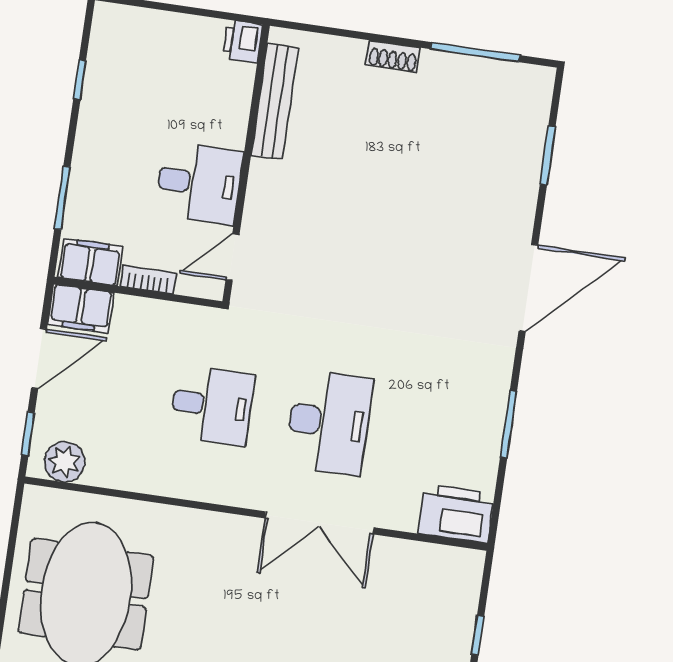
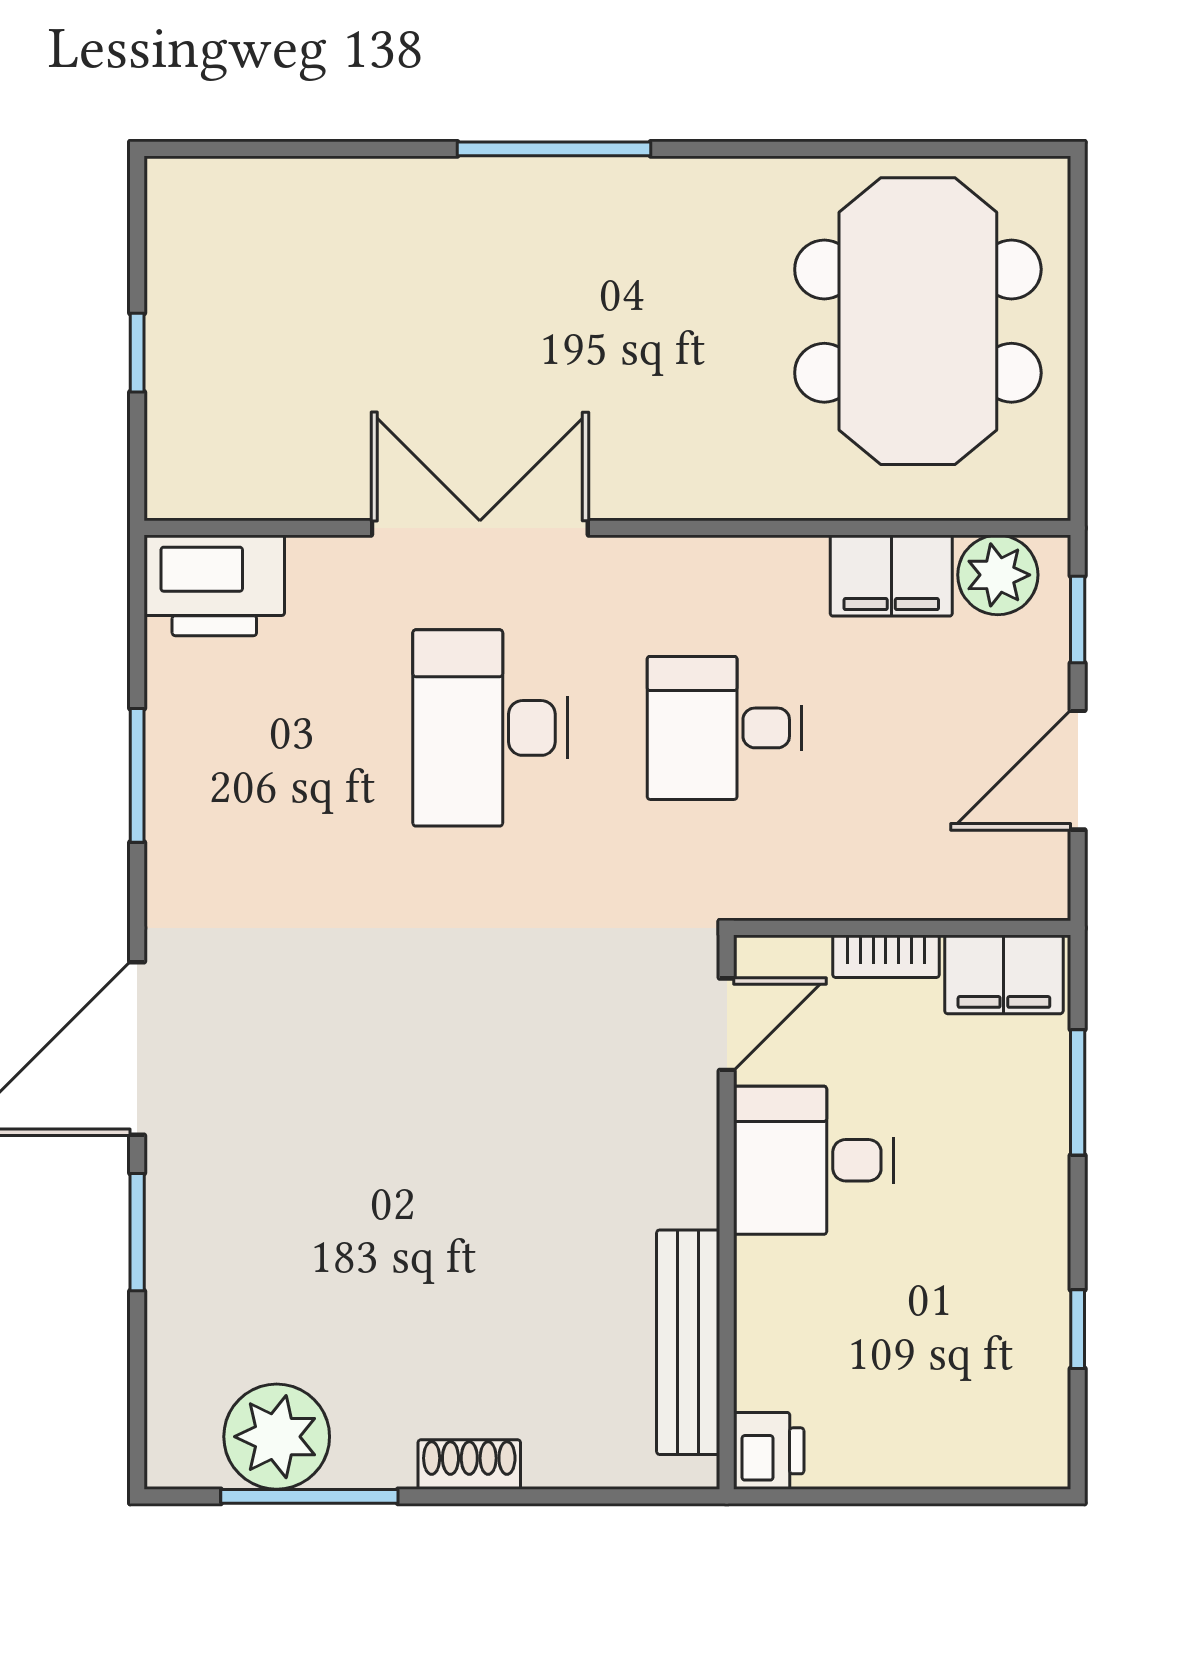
plant: (487, 84) -> (277, 1437), added
window: (548, 156) -> (137, 1232), moved
filing cabinet: (81, 309) -> (891, 576), moved, turned 180

